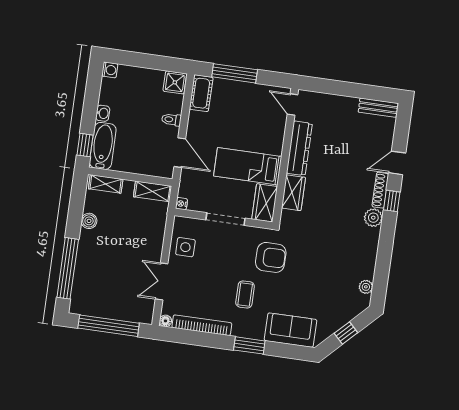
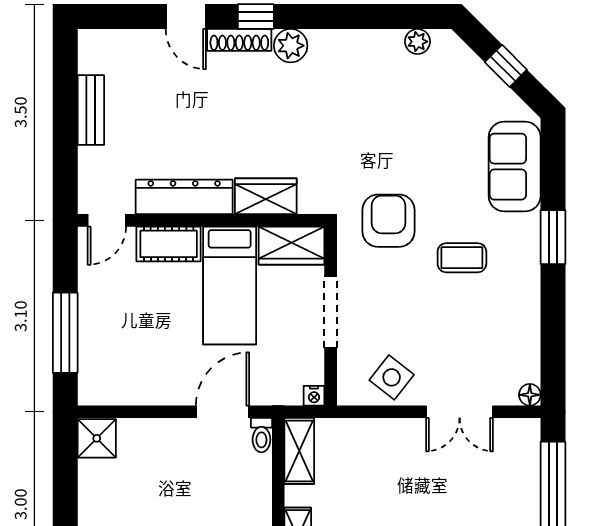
cot: (201, 93) -> (169, 244), moved
bench: (378, 108) -> (91, 110), moved
toilet: (171, 120) -> (261, 435), moved
side table: (185, 247) -> (392, 377), turned 38
bookcase: (202, 325) -> (528, 328), removed

